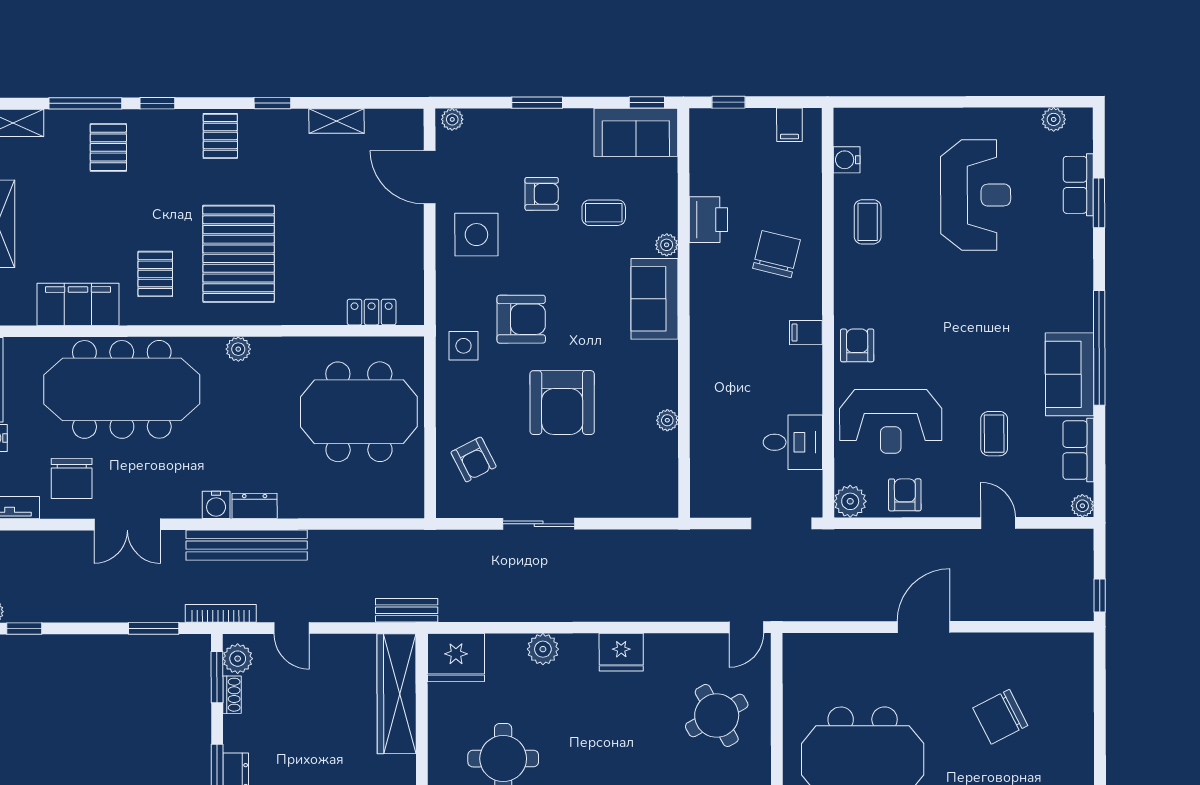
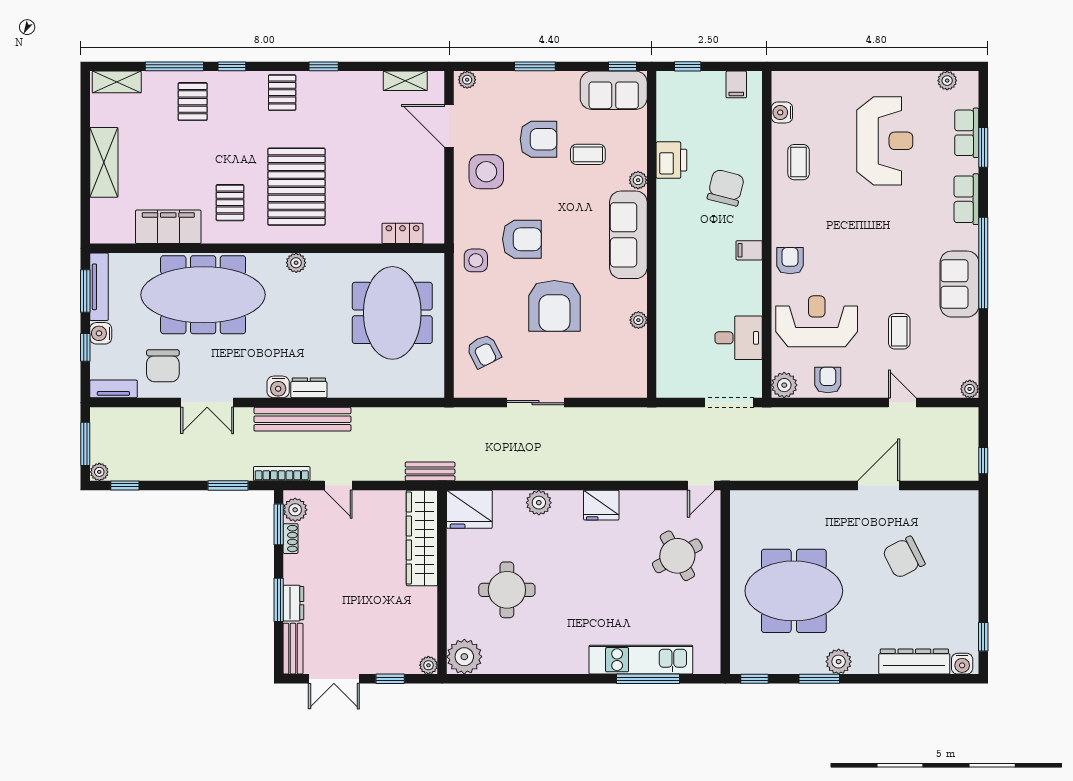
shelving: (336, 121) -> (405, 81), moved
armchair: (542, 194) -> (538, 139), width x1.38, depth x1.38
sofa: (655, 299) -> (628, 235), width x1.36
meeting table: (359, 412) -> (392, 313), turned 90
reception desk: (891, 421) -> (817, 321), turned 180
row of seats: (1078, 450) -> (966, 199), moved
door: (924, 627) -> (879, 485), moved

